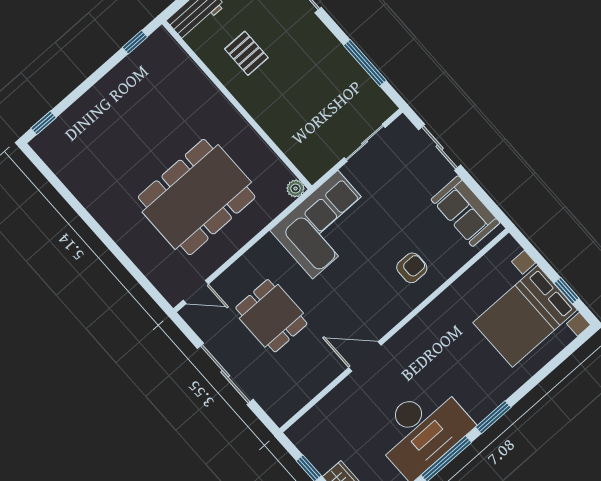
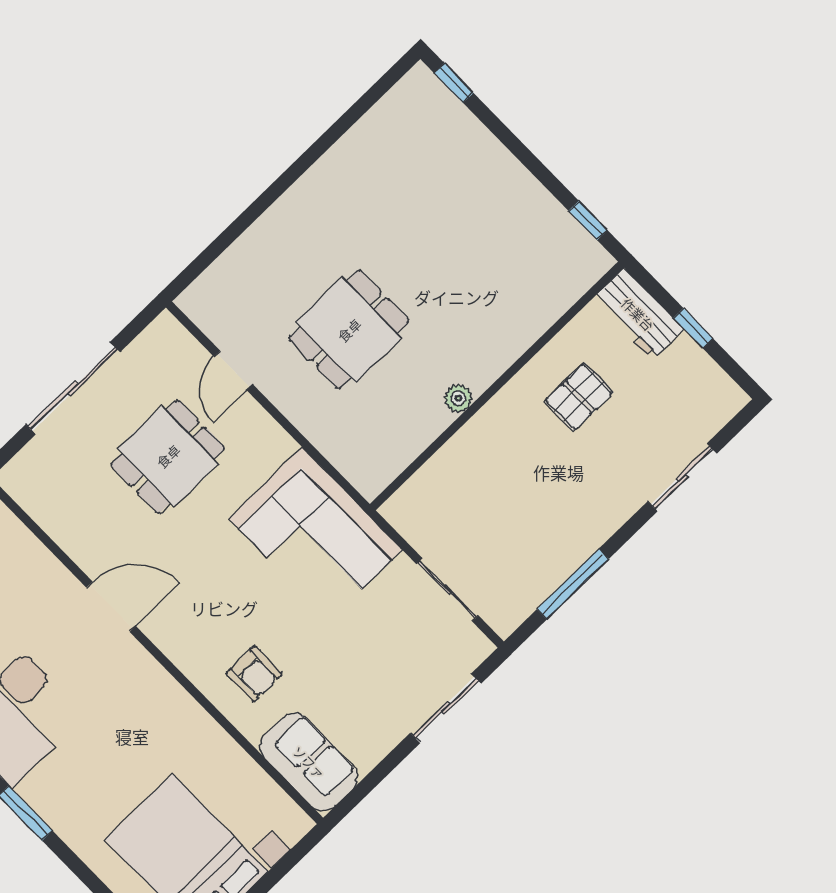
plant: (295, 188) -> (458, 398), moved
dining table: (197, 197) -> (349, 330), width x0.53, depth x0.80
sofa: (465, 211) -> (309, 762), moved, turned 90
door: (196, 292) -> (233, 370), moved
door: (365, 356) -> (111, 607), hinge flipped

